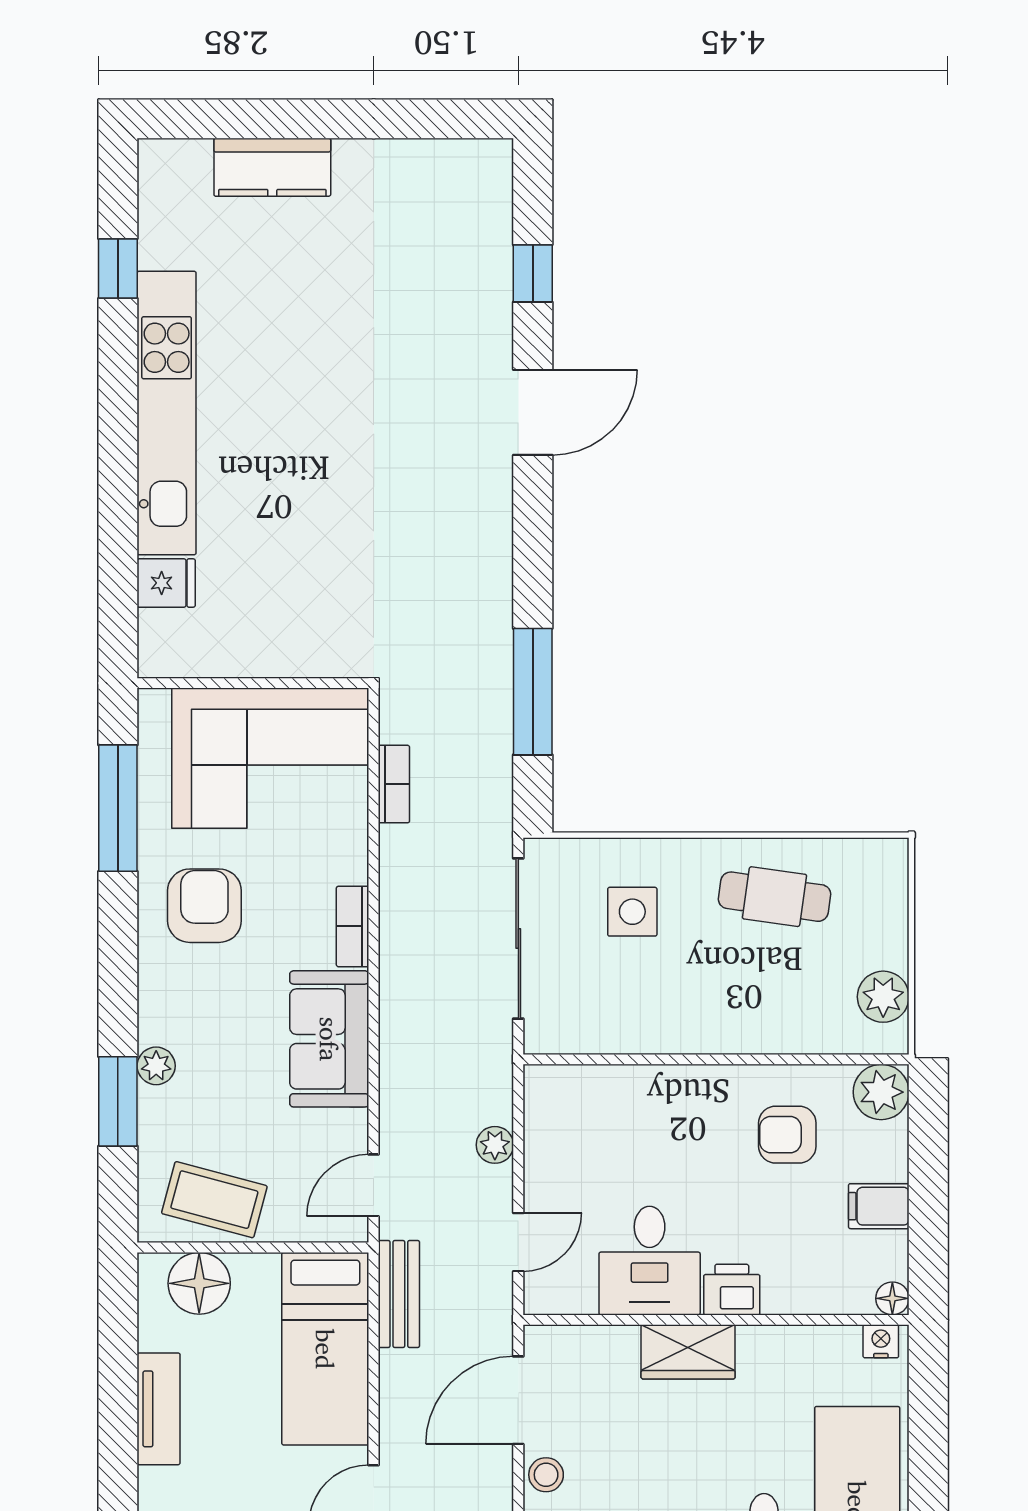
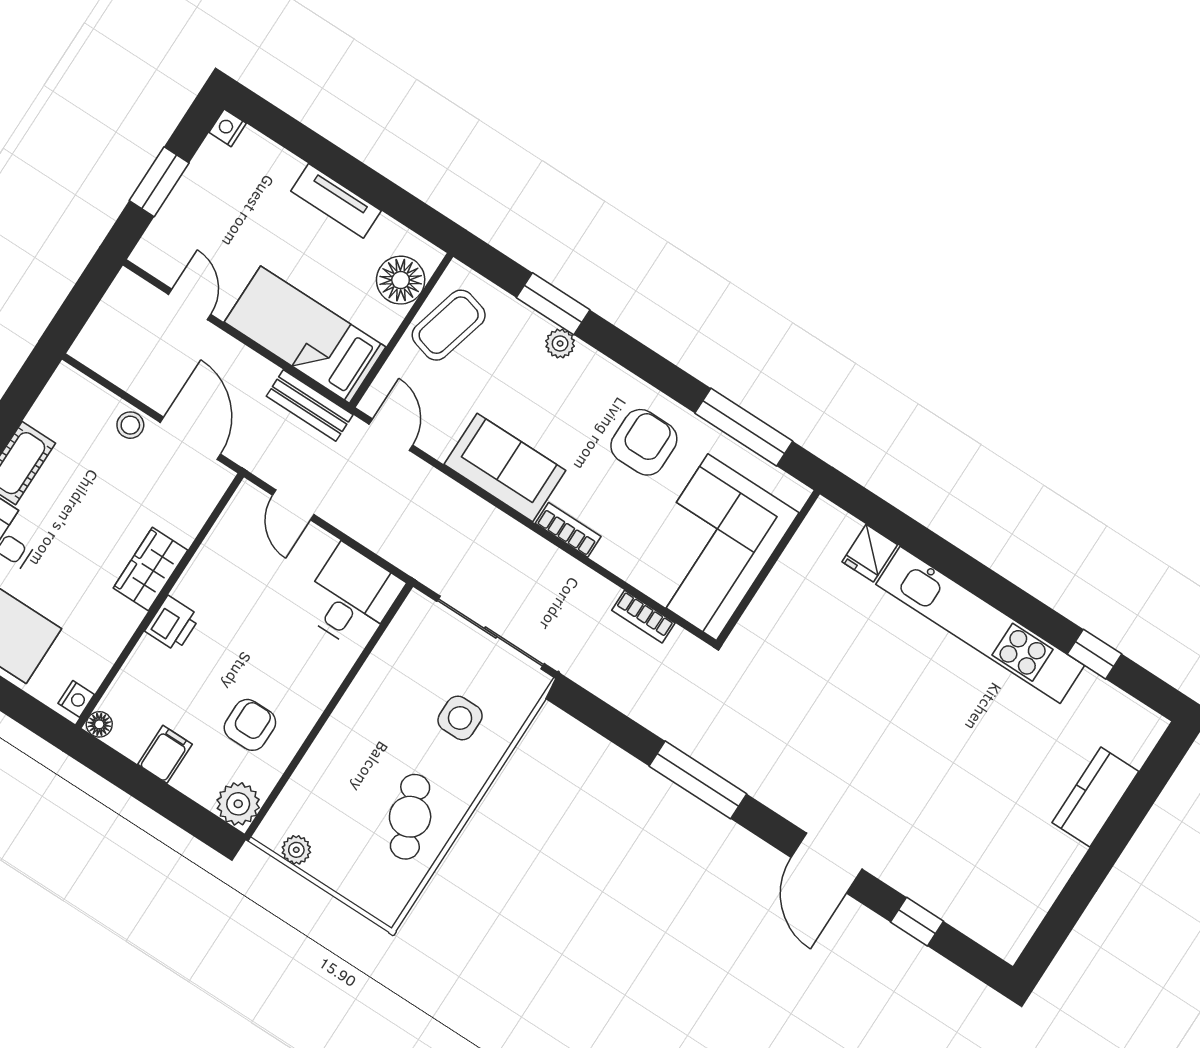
window: (533, 692) -> (698, 780), moved
cafe table: (775, 897) -> (410, 817), turned -31
armchair: (204, 906) -> (644, 442), turned -90
plant: (883, 997) -> (296, 850), width x0.73, depth x0.73
plant: (495, 1145) -> (366, 531), removed
desk: (650, 1261) -> (351, 597), moved, turned 90

